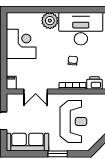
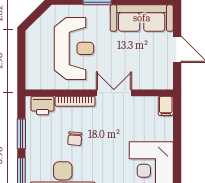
double door: (36, 91) -> (114, 93), moved
reception desk: (73, 122) -> (74, 48), turned 180

